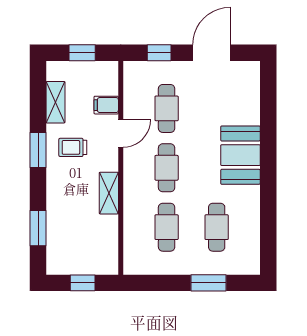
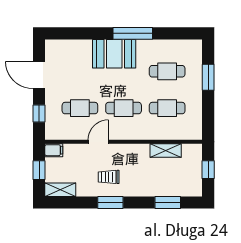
shelving: (55, 102) -> (60, 190), moved
filing cabinet: (106, 105) -> (54, 150), moved, turned -90
door: (121, 133) -> (98, 142), hinge flipped
trolley: (73, 147) -> (109, 177), turned 90
window: (268, 180) -> (133, 33), added
shelving: (109, 193) -> (166, 150), moved

